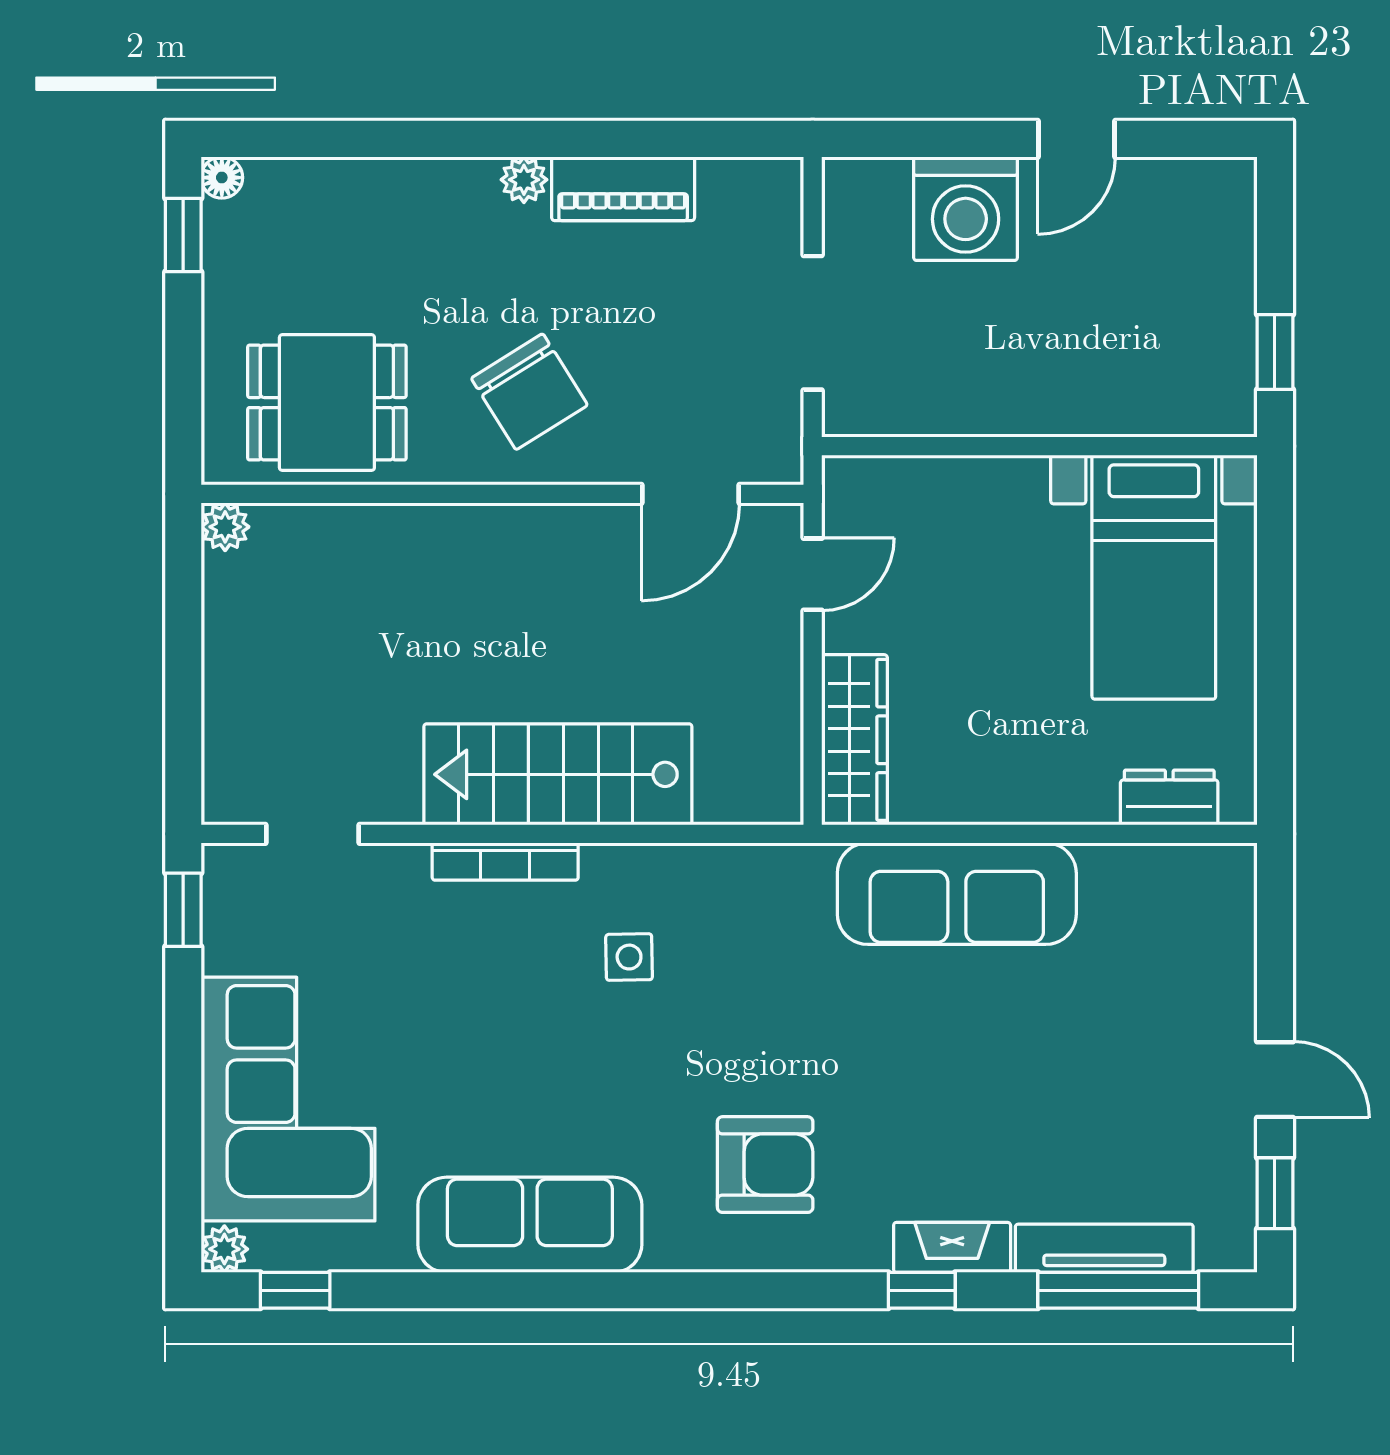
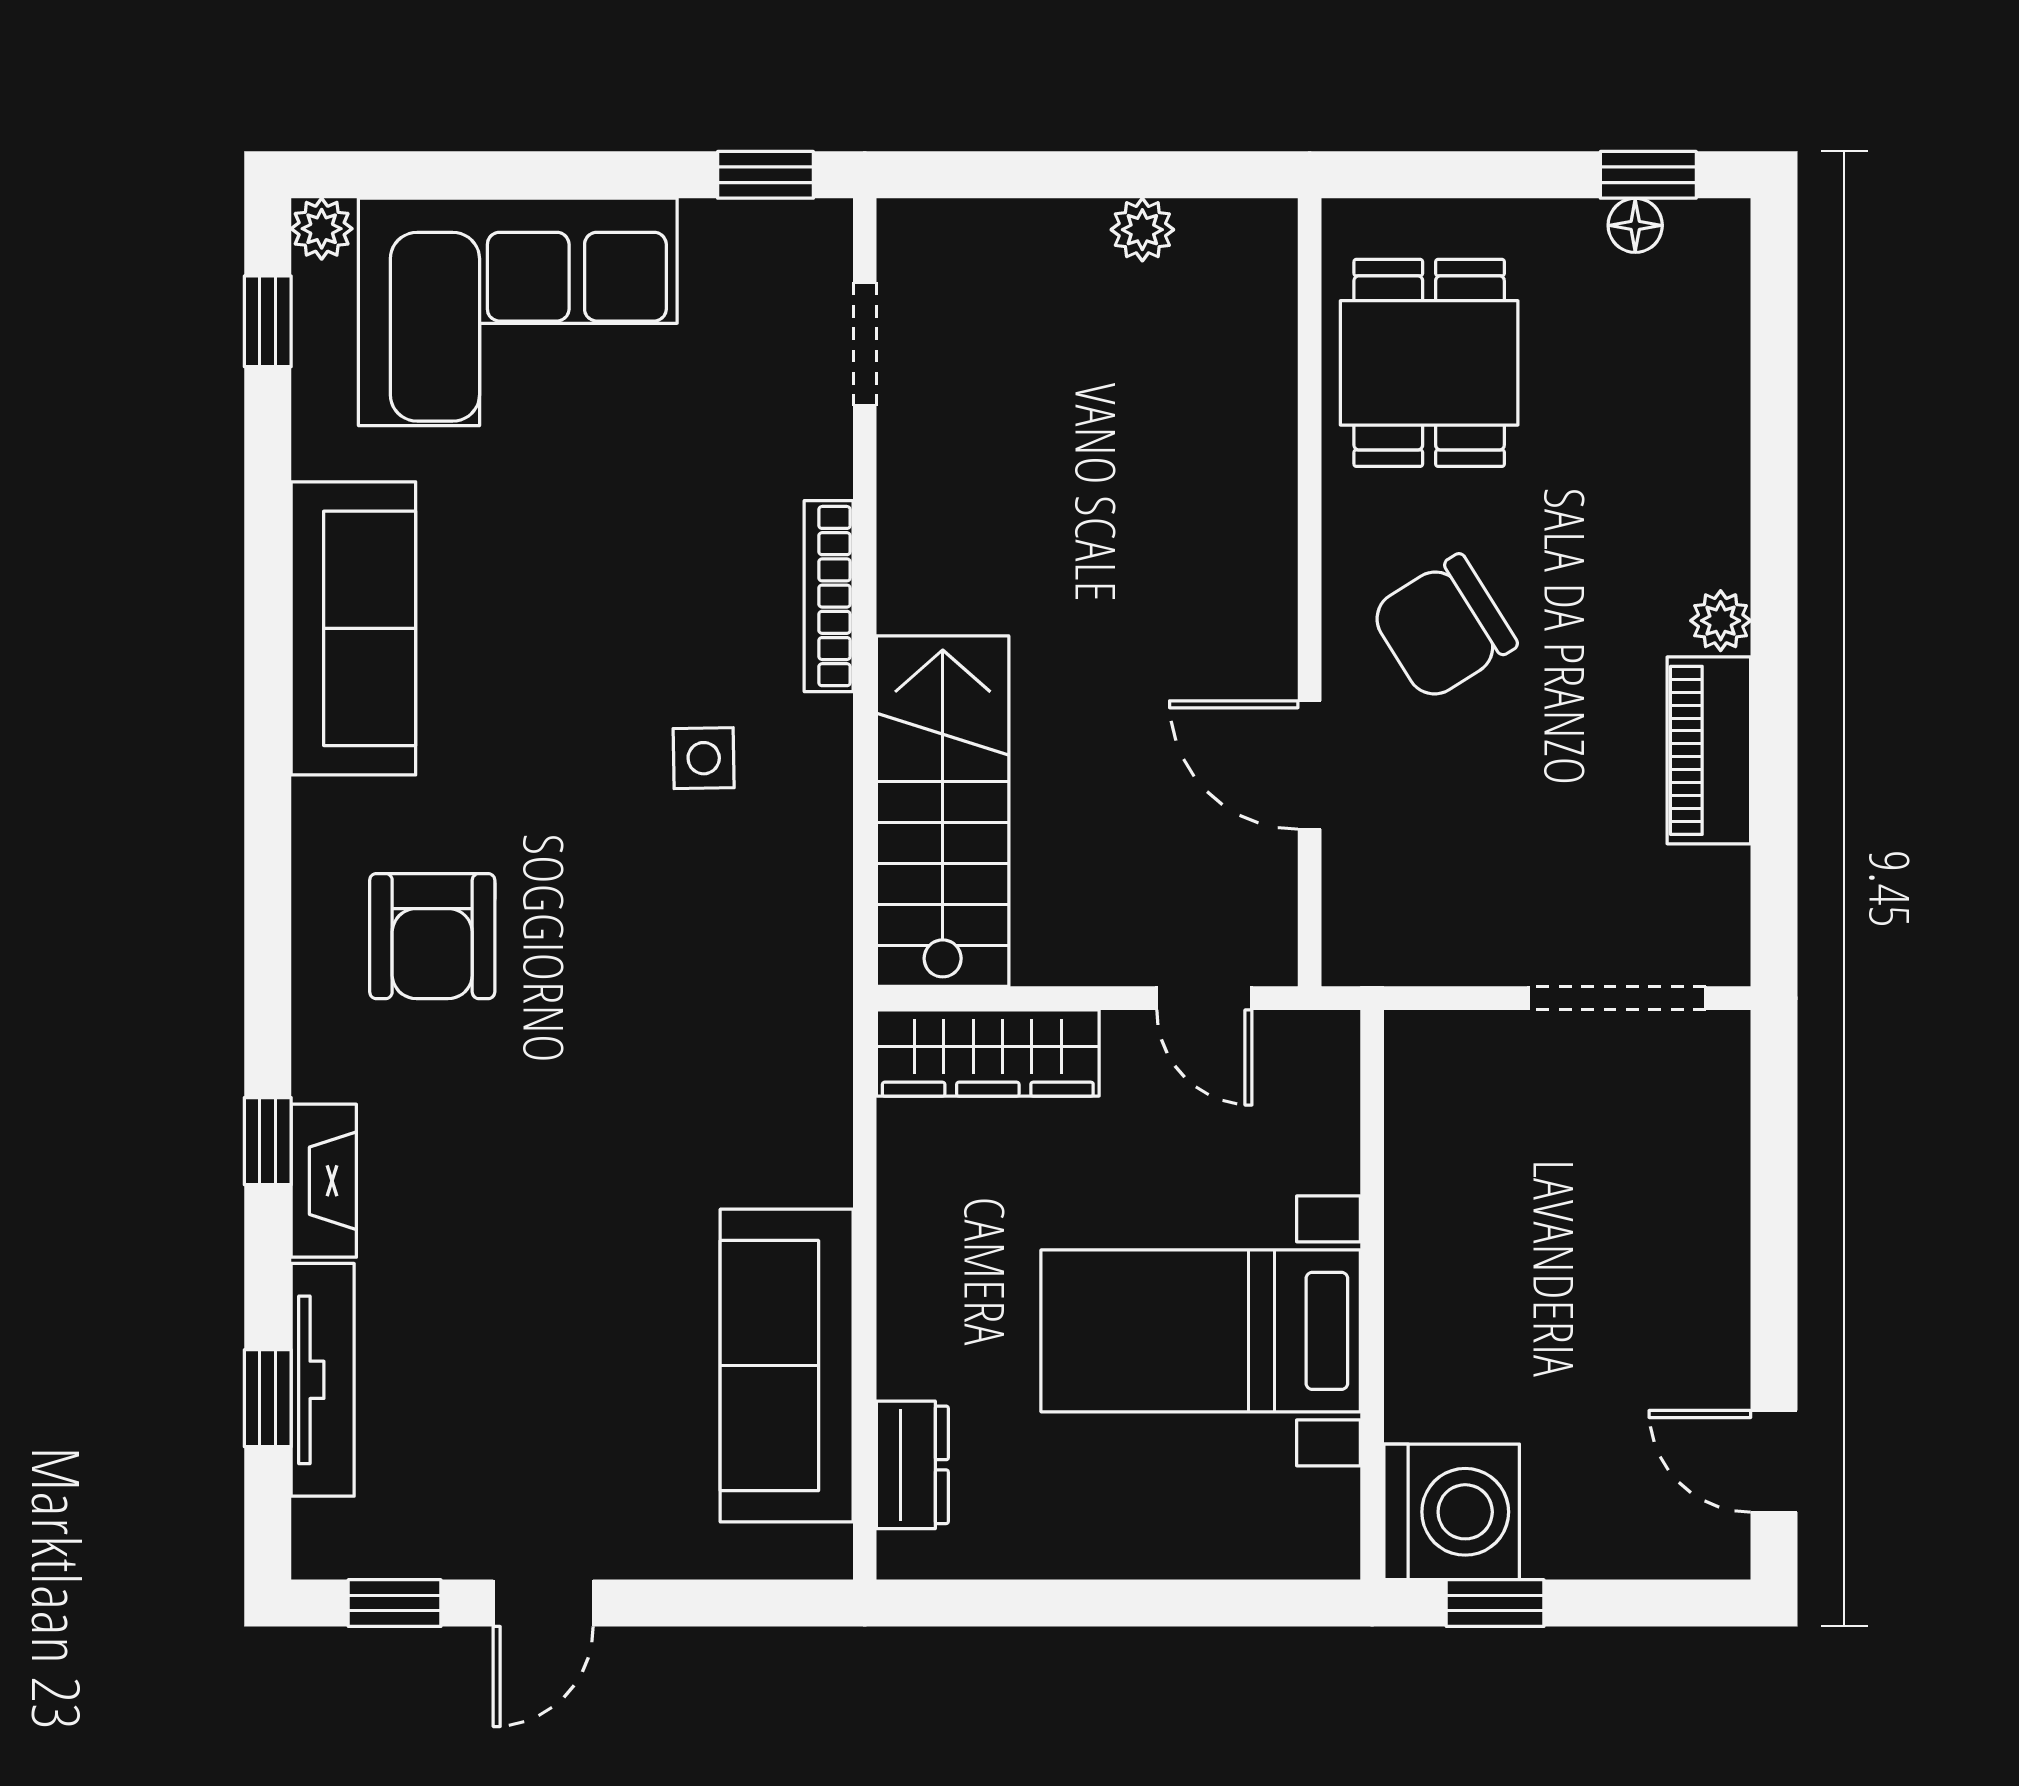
door: (1077, 139) -> (1774, 1461), moved
floor lamp: (222, 178) -> (1635, 225), moved
washing machine: (966, 209) -> (1452, 1512), moved, turned 180
doorway: (813, 323) -> (1617, 998), moved
door: (691, 494) -> (1310, 765), moved
plant: (225, 527) -> (1142, 230), moved
bed with nightstands: (1154, 577) -> (1201, 1331), moved
stairs: (558, 774) -> (943, 811), moved
sofa: (957, 894) -> (787, 1366), moved
window: (1118, 1290) -> (268, 1398), width x0.46

